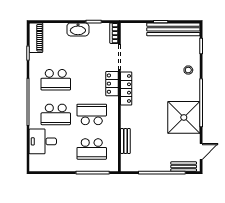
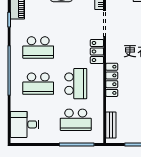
locker: (126, 88) -> (112, 80), moved
school desk: (92, 114) -> (76, 84), turned 90
desk: (43, 141) -> (25, 124), moved
bench: (125, 141) -> (111, 125), moved

